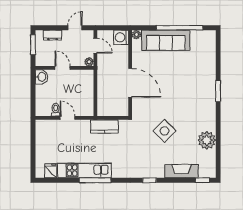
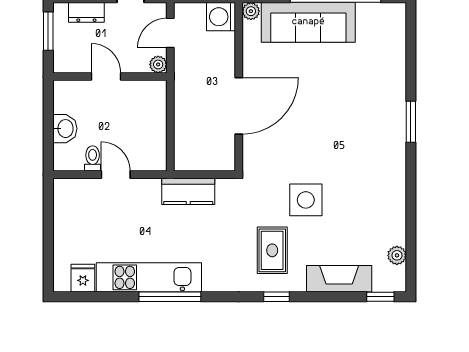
door: (95, 46) -> (170, 33), swing flipped
washbasin: (41, 77) -> (65, 129), moved
door: (130, 83) -> (239, 106), hinge flipped
side table: (164, 131) -> (306, 200), turned 45
plant: (207, 140) -> (397, 255), moved, width x0.53, depth x0.53
rug: (147, 157) -> (272, 250), added

